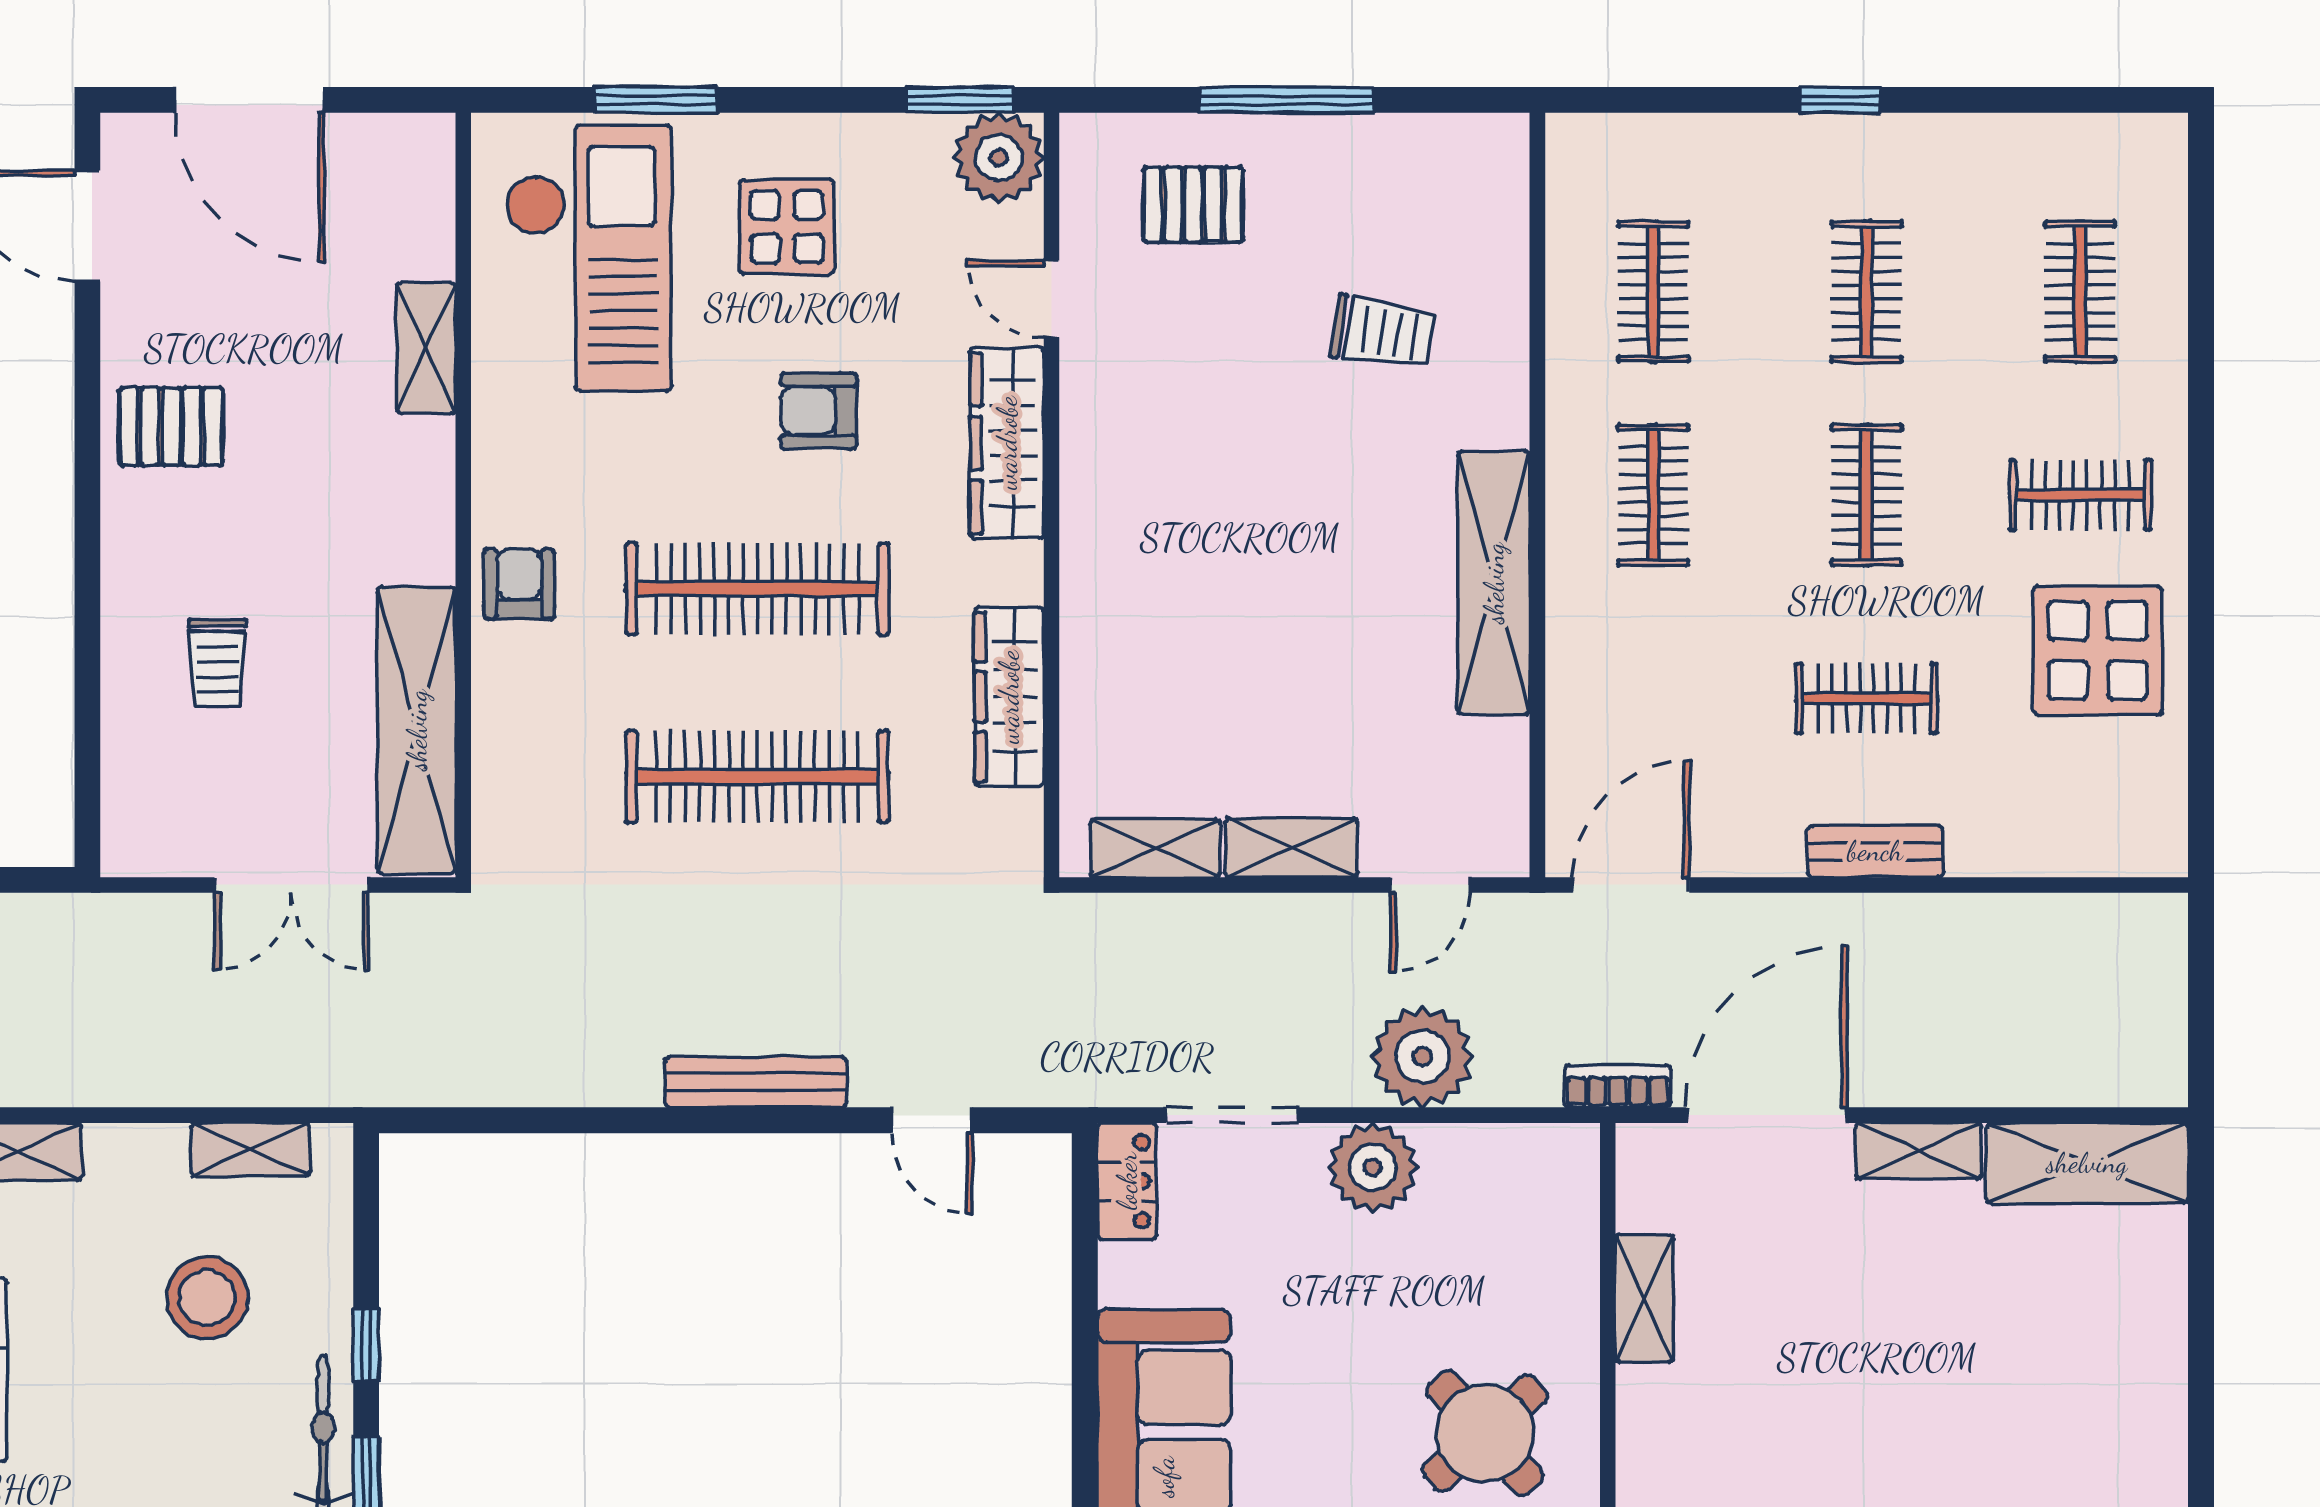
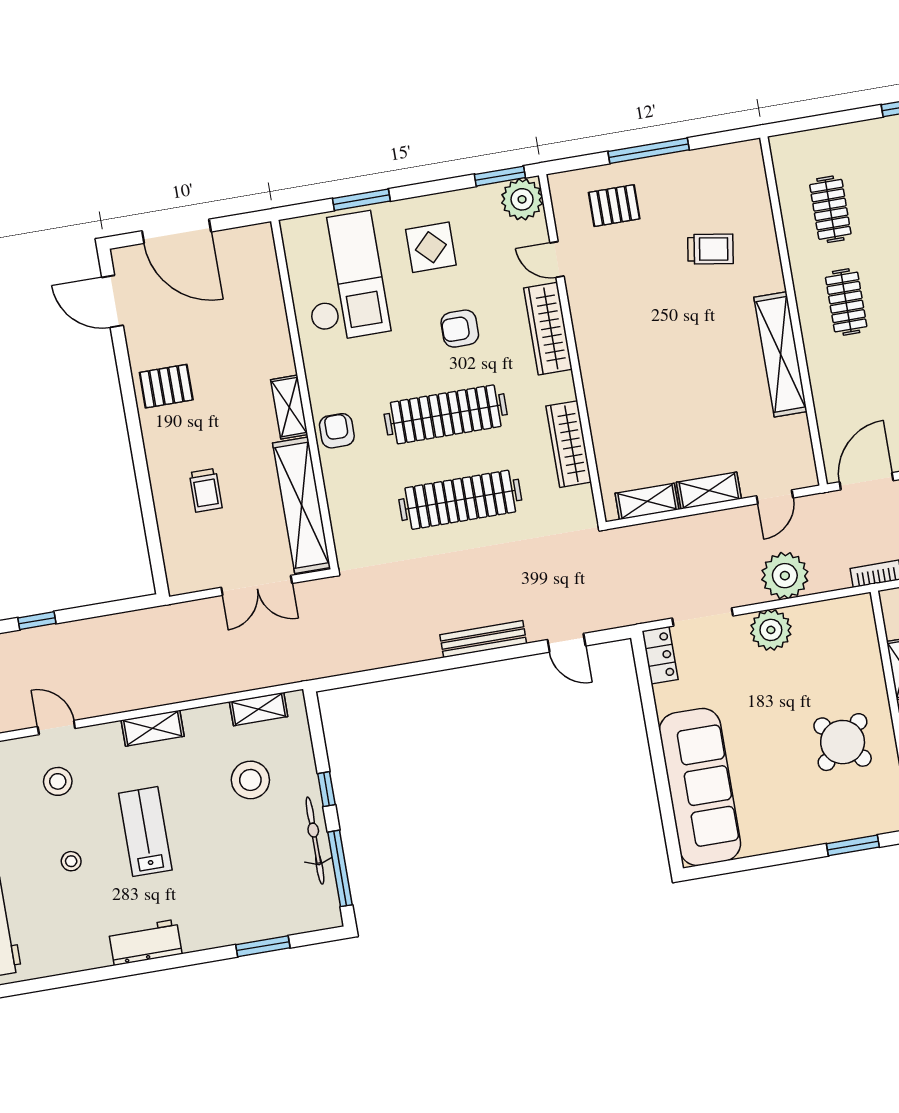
shelving: (426, 348) -> (289, 407), moved

